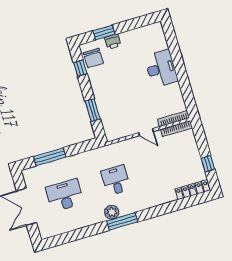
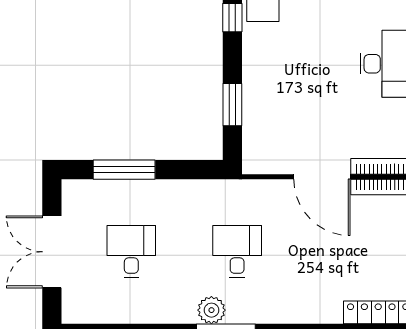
door: (146, 132) -> (322, 177), width x1.88
desk: (65, 195) -> (131, 251), width x0.73

